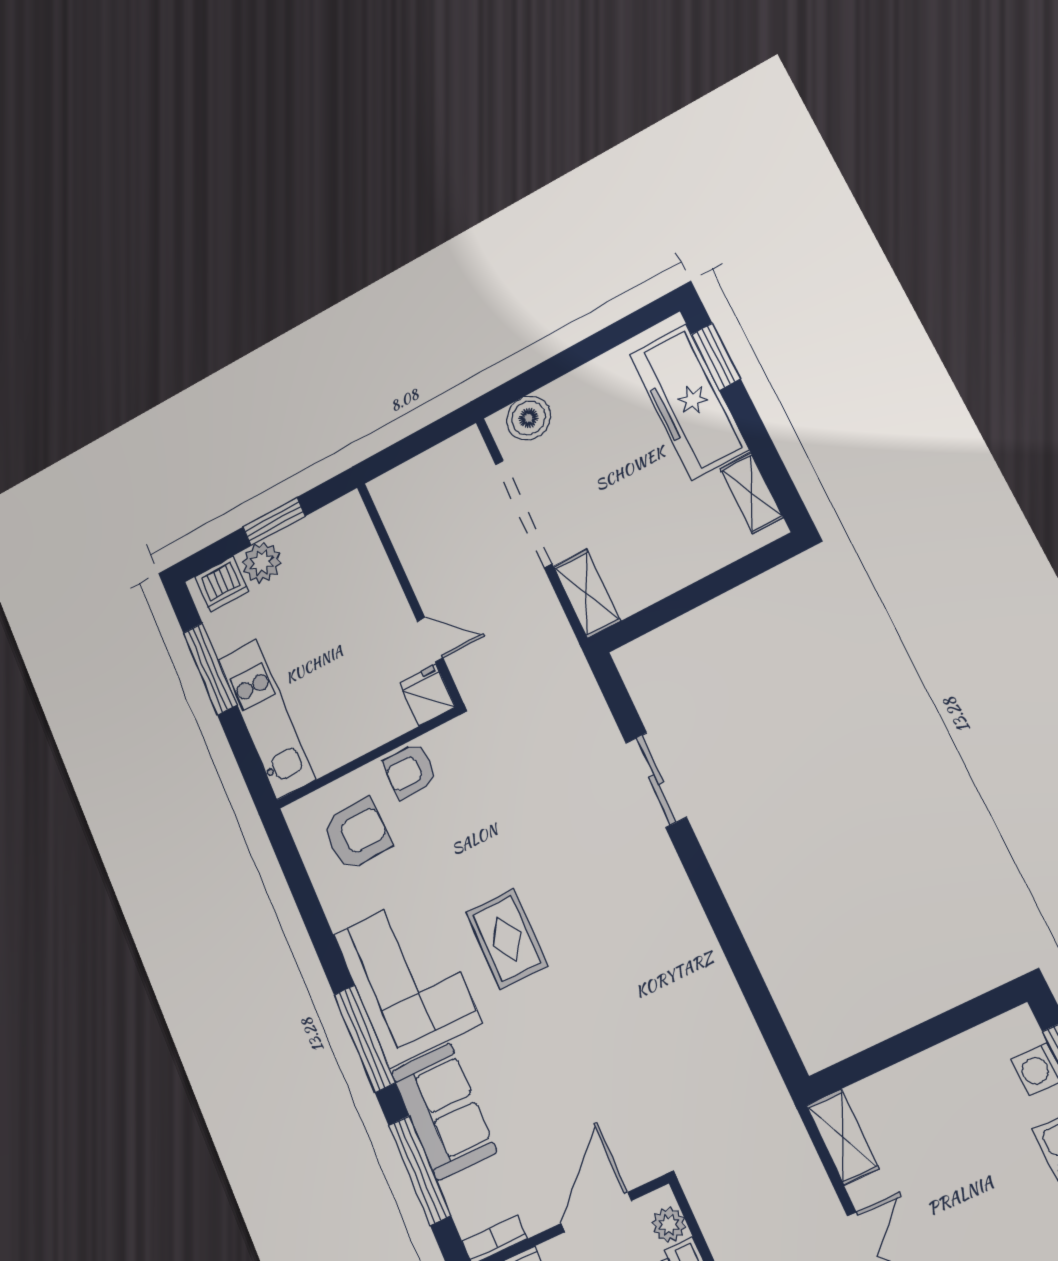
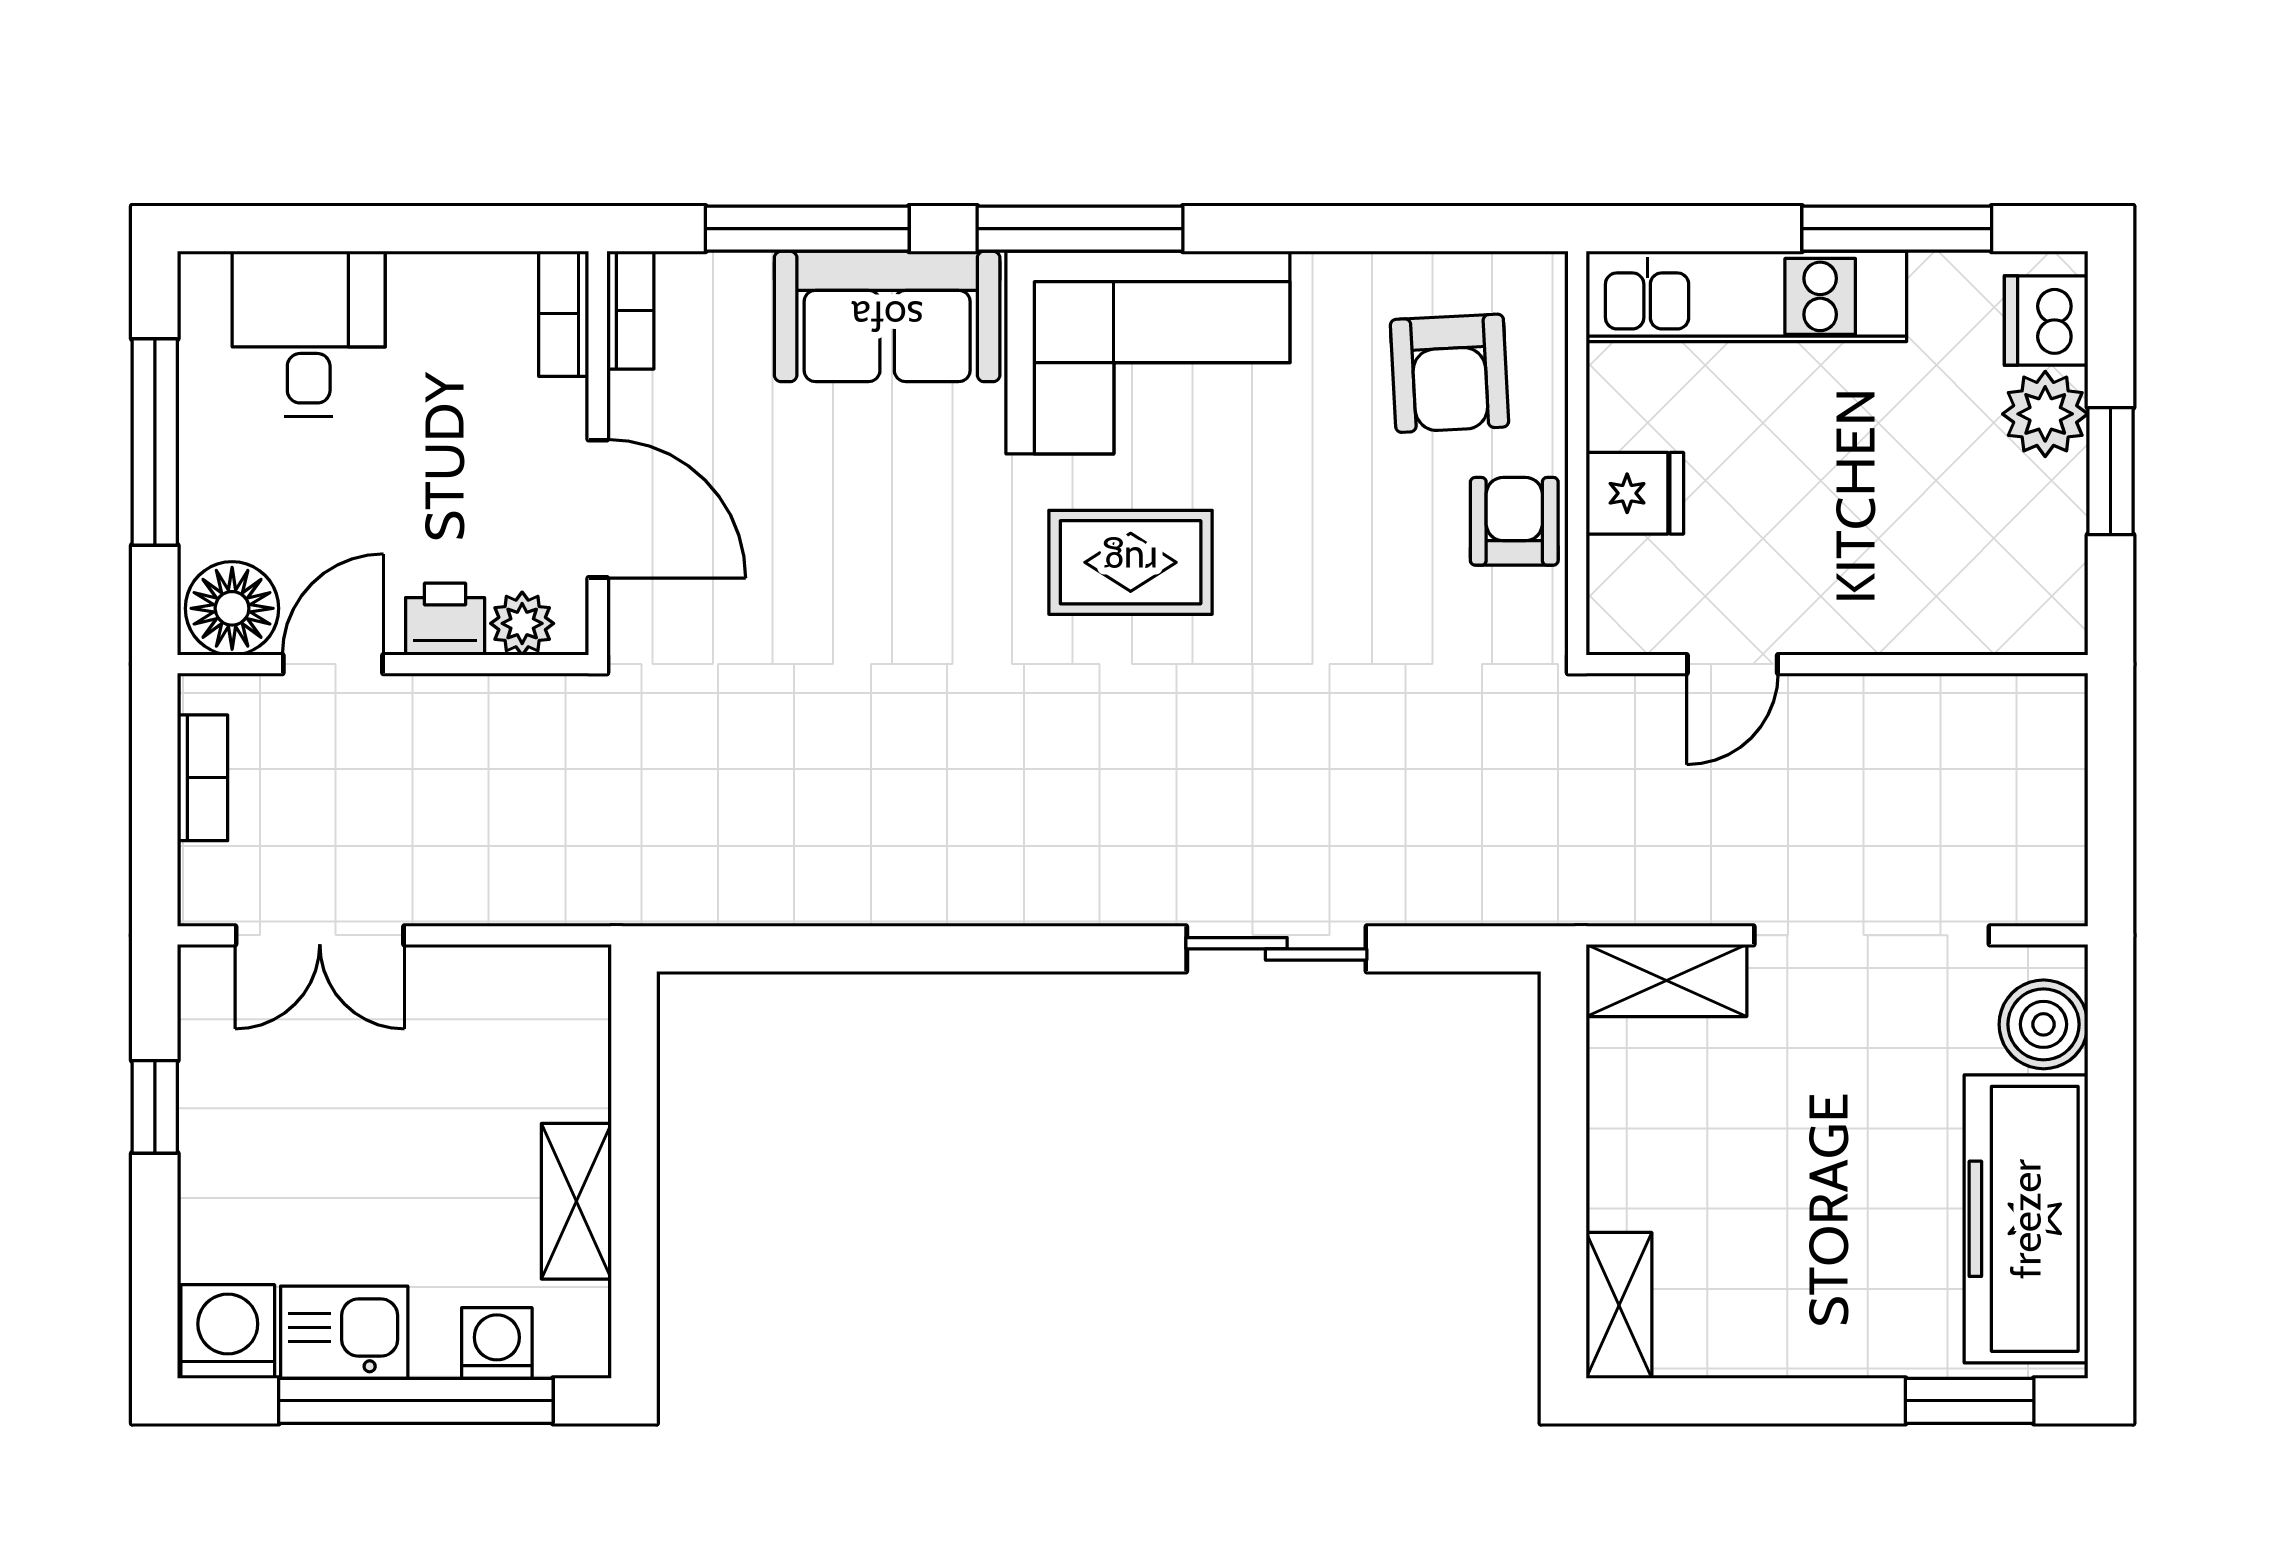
freezer: (689, 402) -> (2026, 1219), moved, turned -90
shelving: (752, 493) -> (1619, 1305), moved, turned 90
fridge: (427, 695) -> (1635, 493), moved
shelving: (843, 1137) -> (576, 1201), moved, turned 90

